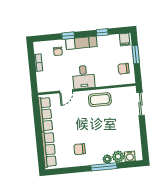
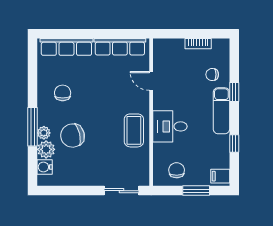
desk: (84, 77) -> (170, 126), moved
chair: (107, 140) -> (72, 136), added

